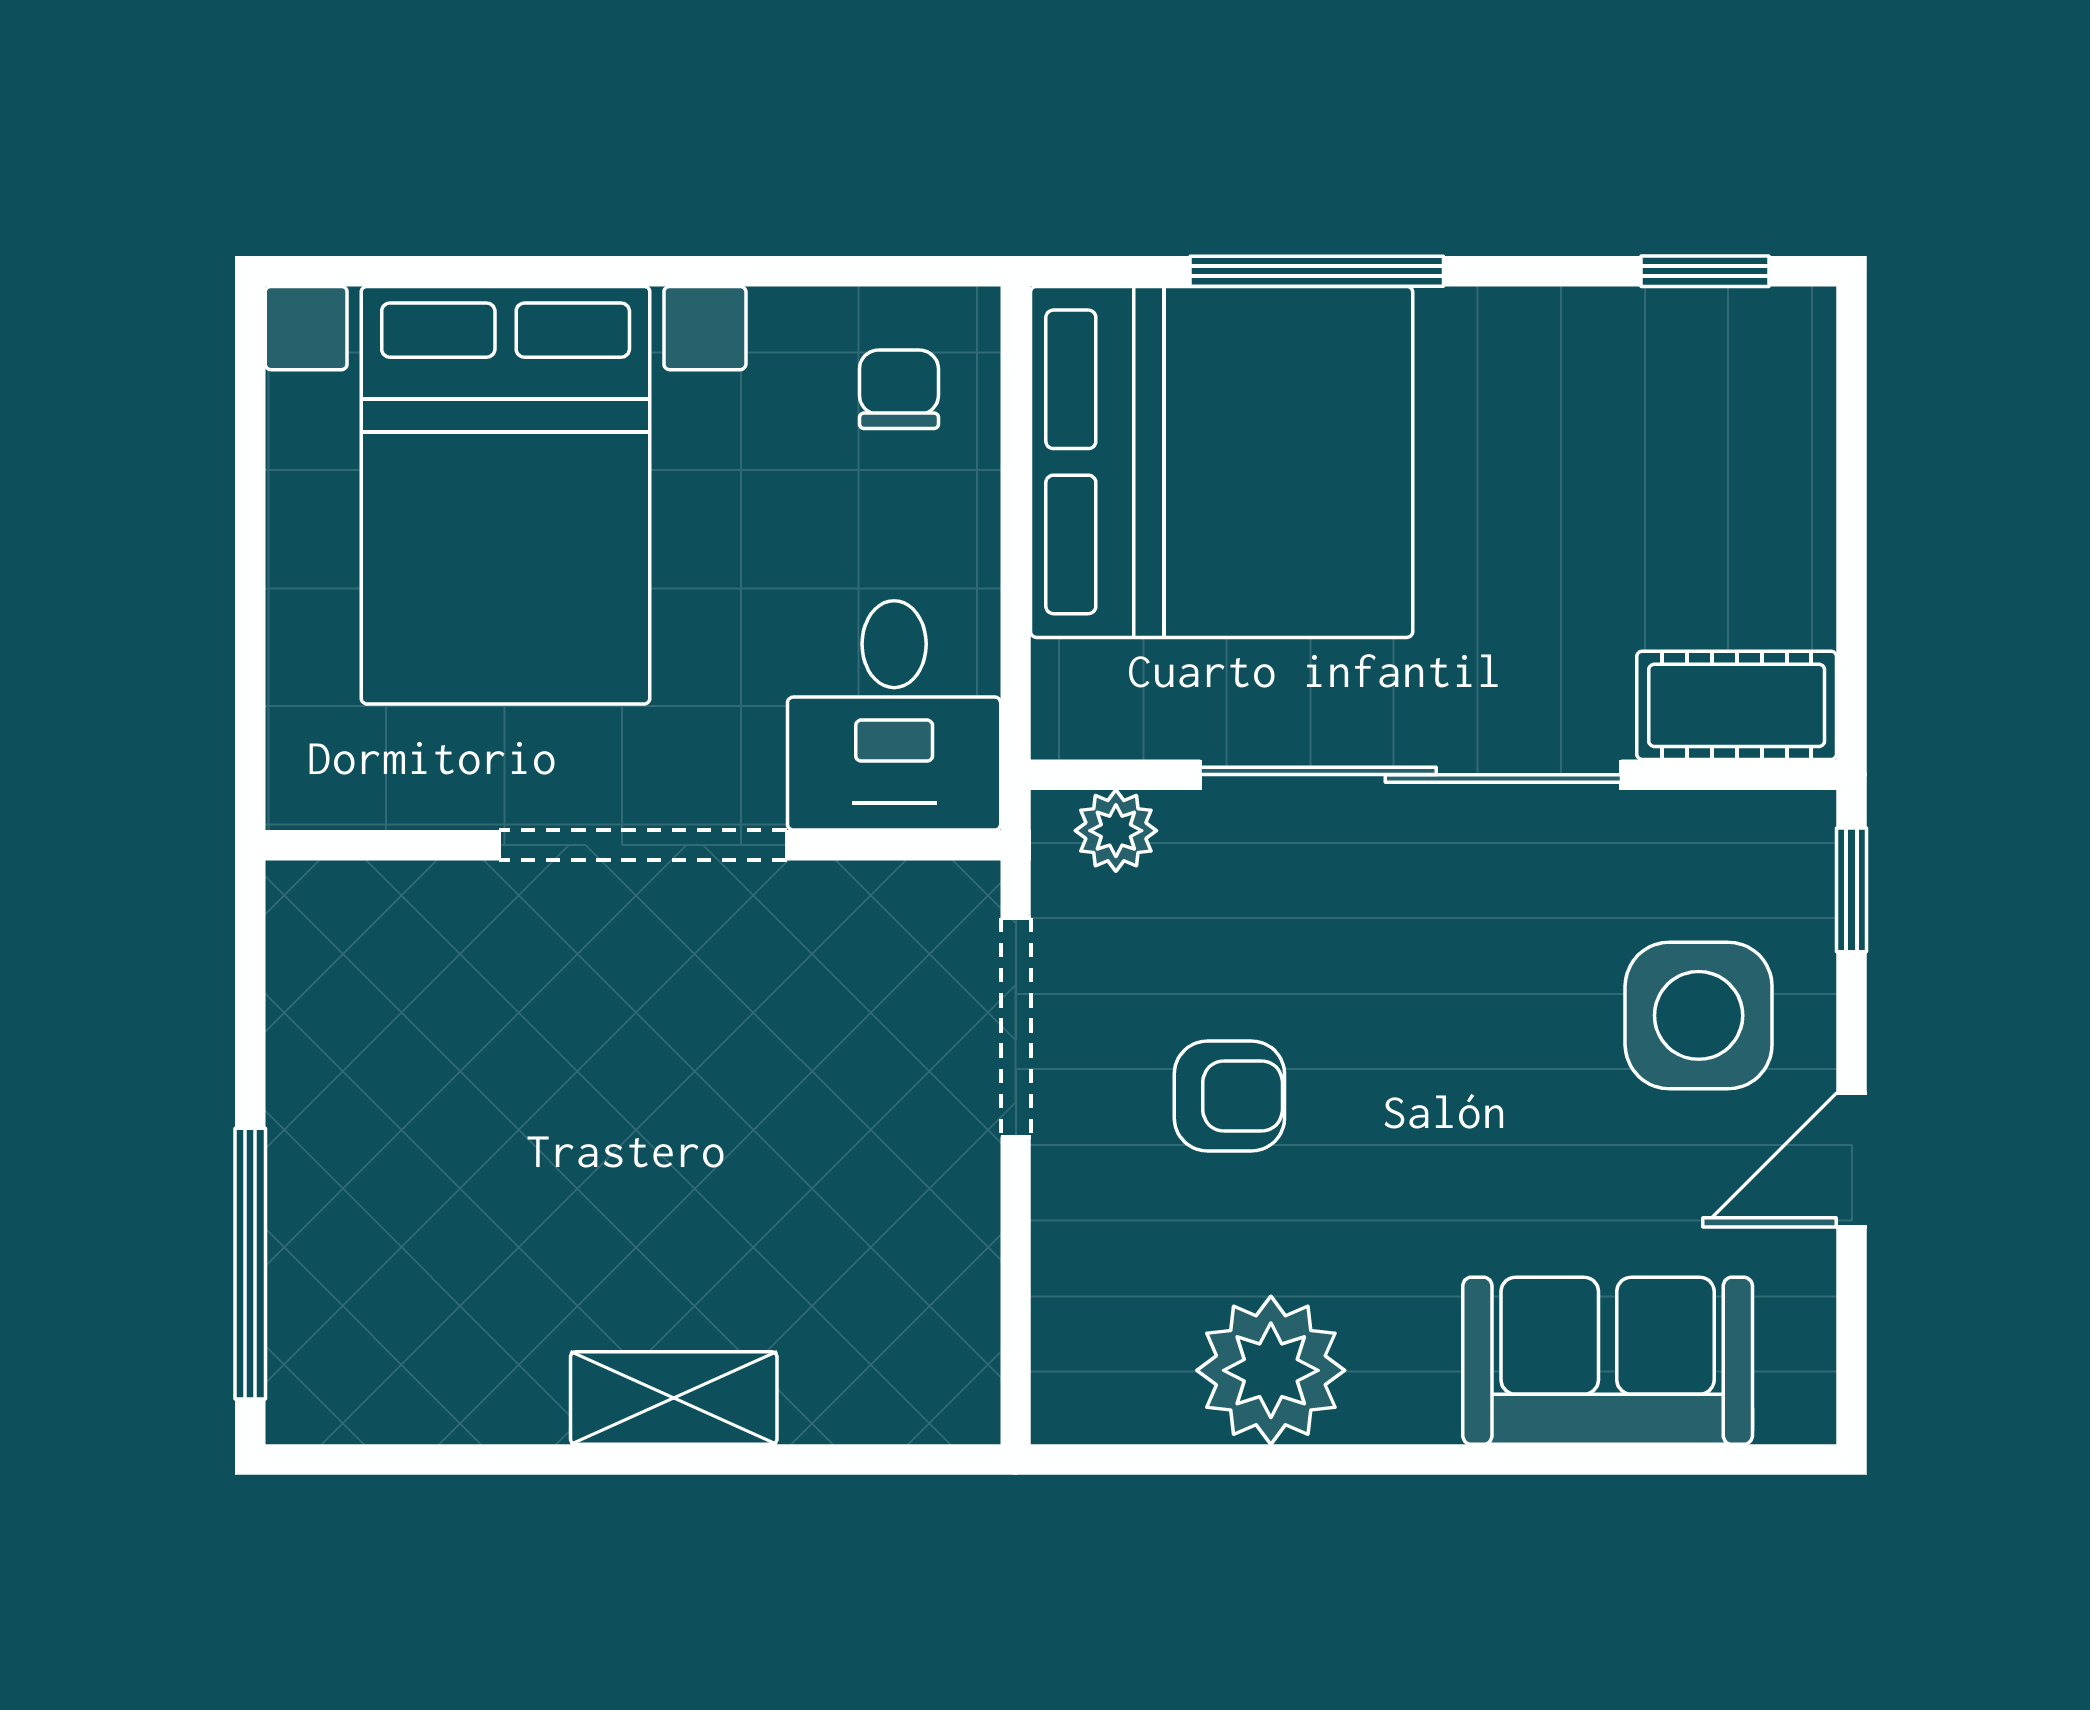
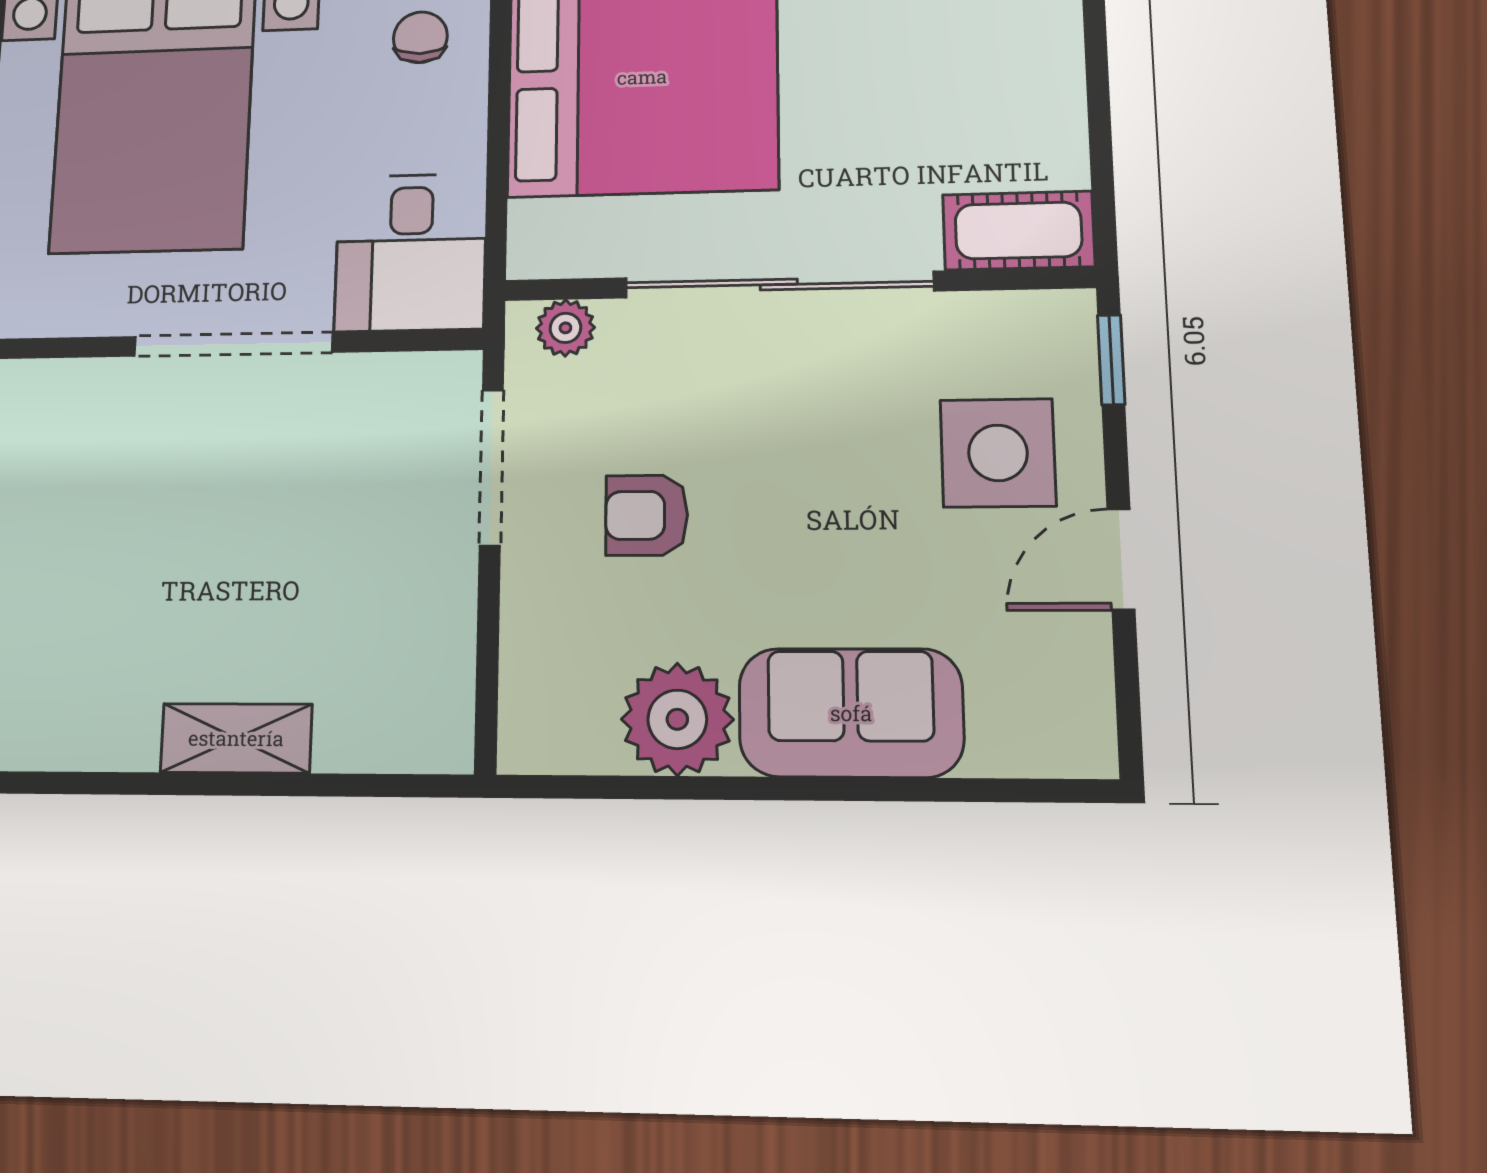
armchair: (1229, 1096) -> (647, 515), turned 180
sofa: (1608, 1361) -> (851, 713), moved

